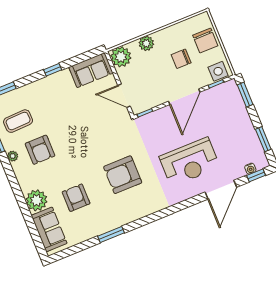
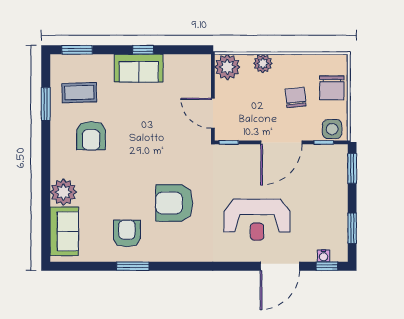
chair: (181, 59) -> (296, 97), turned 84
sofa: (91, 70) -> (139, 68), moved
plant: (13, 156) -> (57, 130), removed
armchair: (76, 198) -> (127, 233), moved

